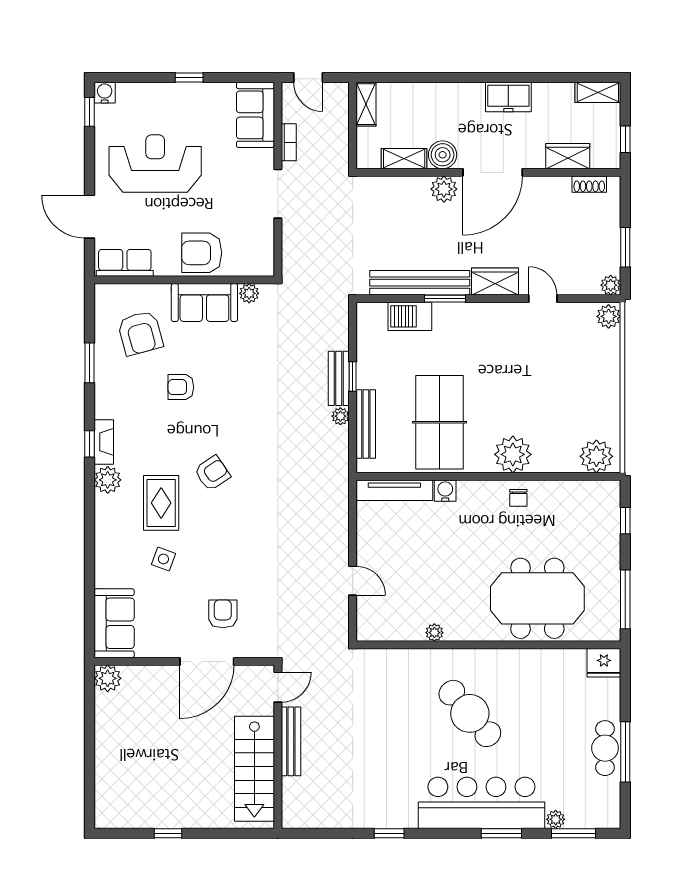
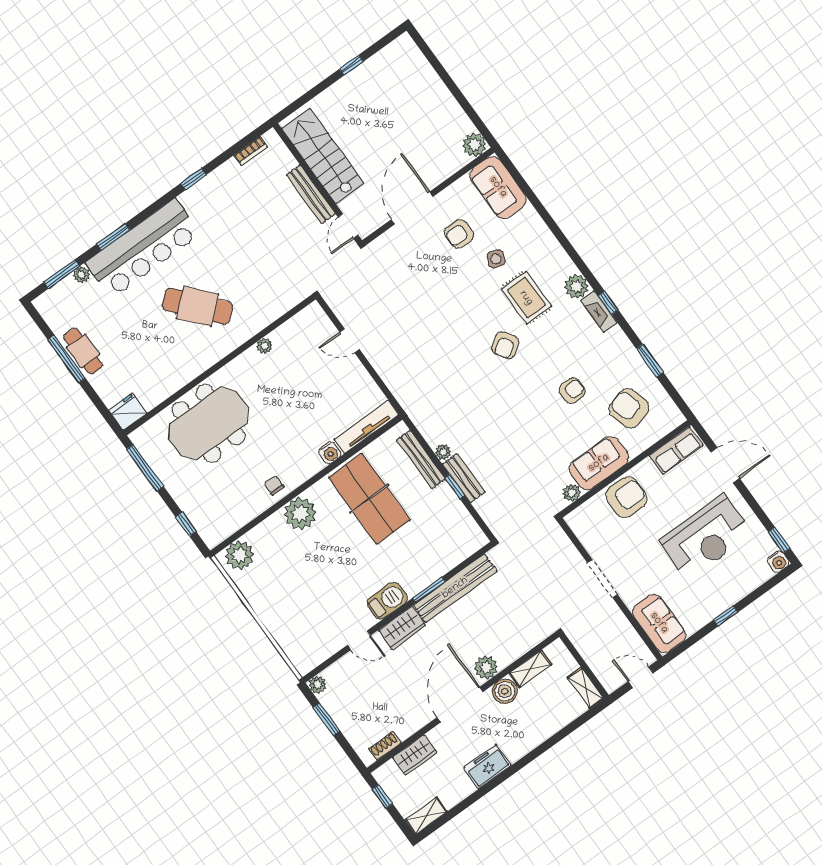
bookcase: (289, 142) -> (251, 151), moved, turned -90
barbecue: (410, 316) -> (387, 601), moved
plant: (609, 316) -> (303, 661), removed
armchair: (223, 614) -> (459, 234), moved, turned 90

